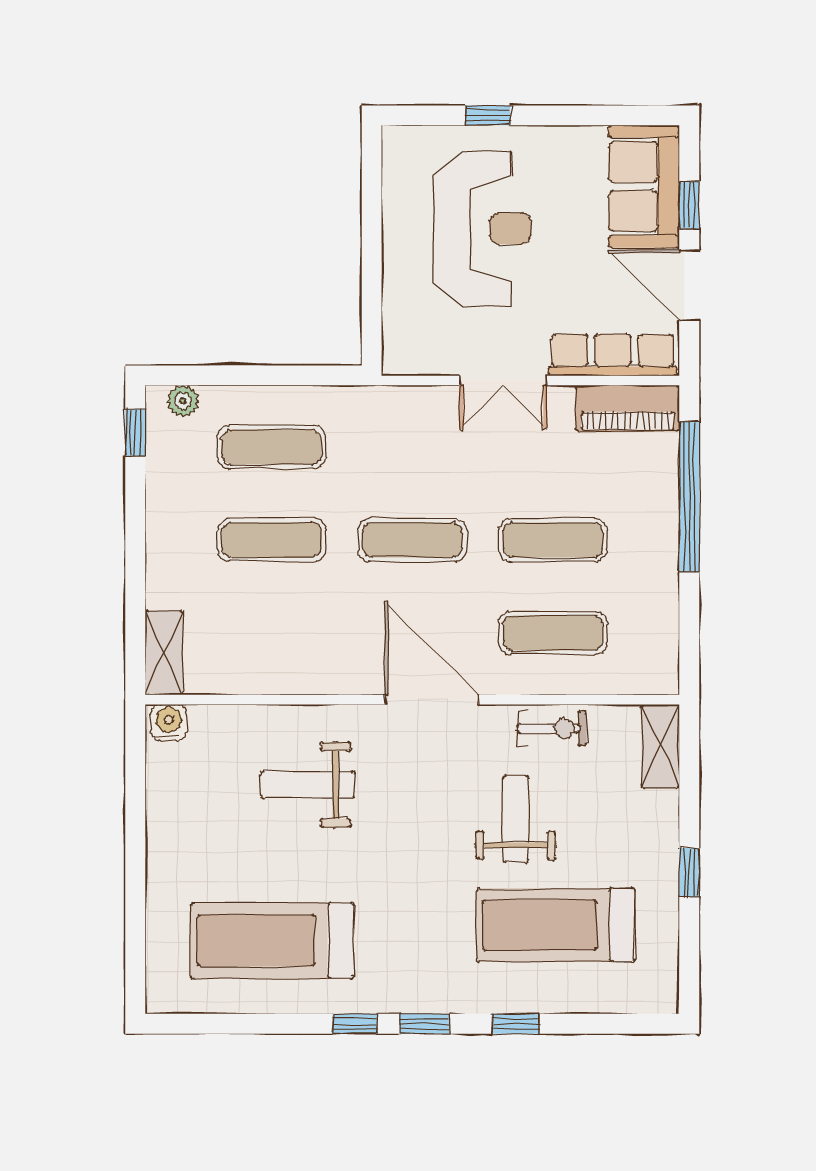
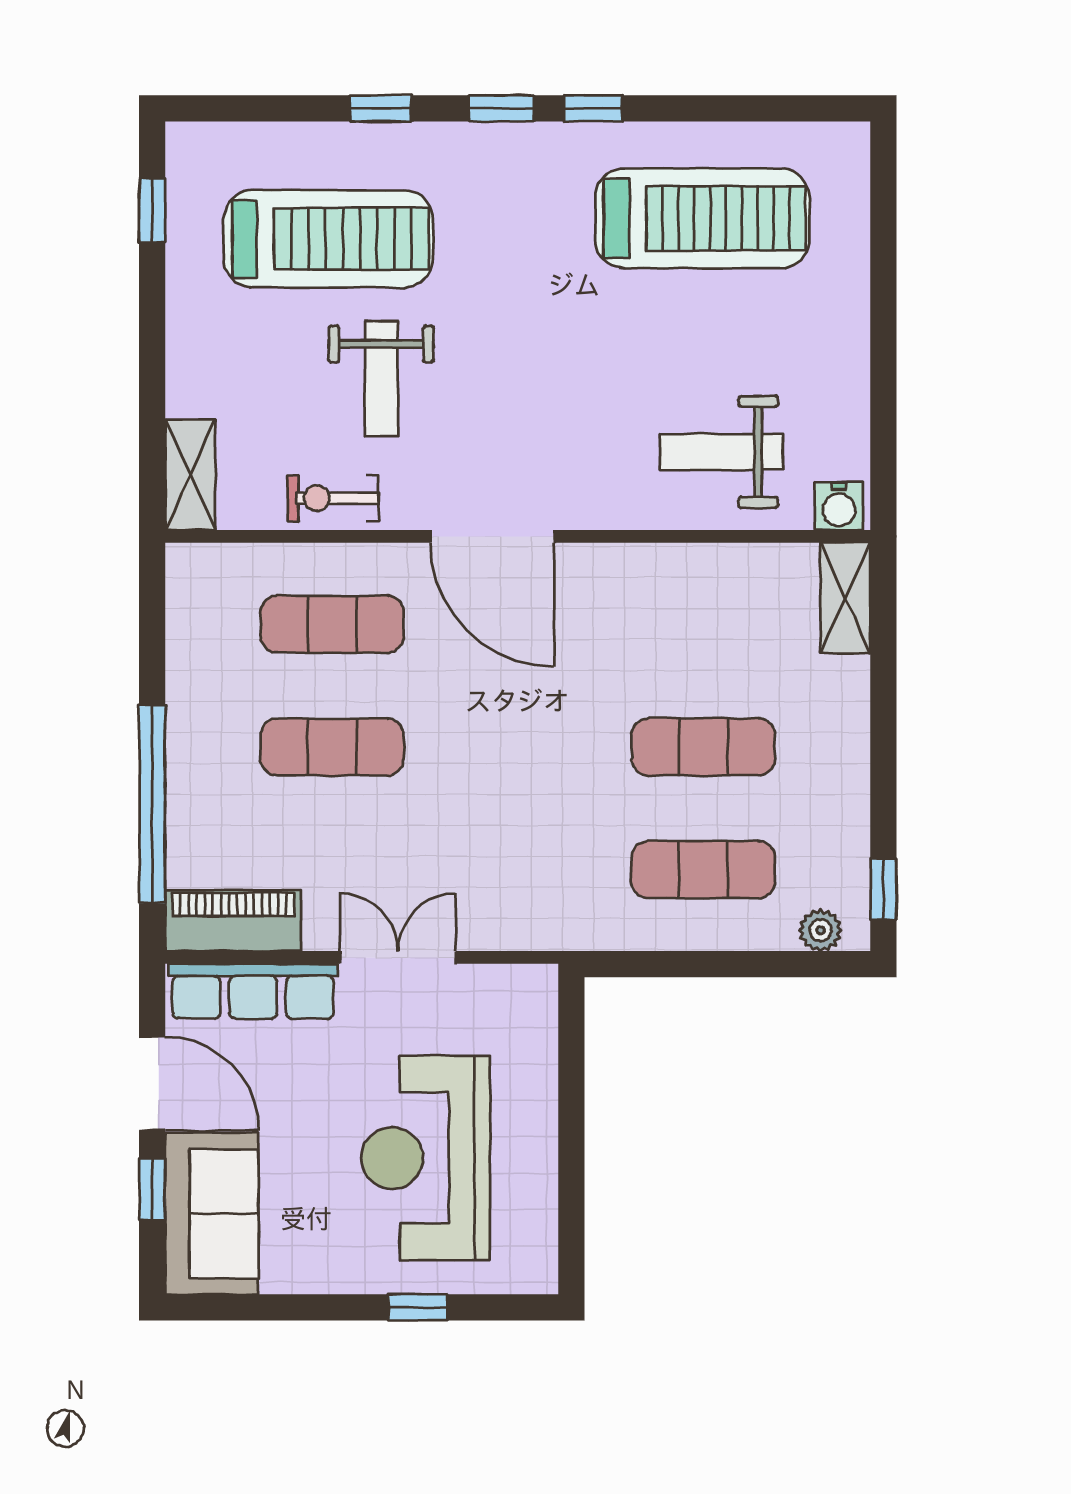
exercise mat: (412, 540) -> (518, 747), removed
weight bench: (308, 785) -> (721, 452), moved, turned 180
window: (689, 872) -> (152, 211), moved

